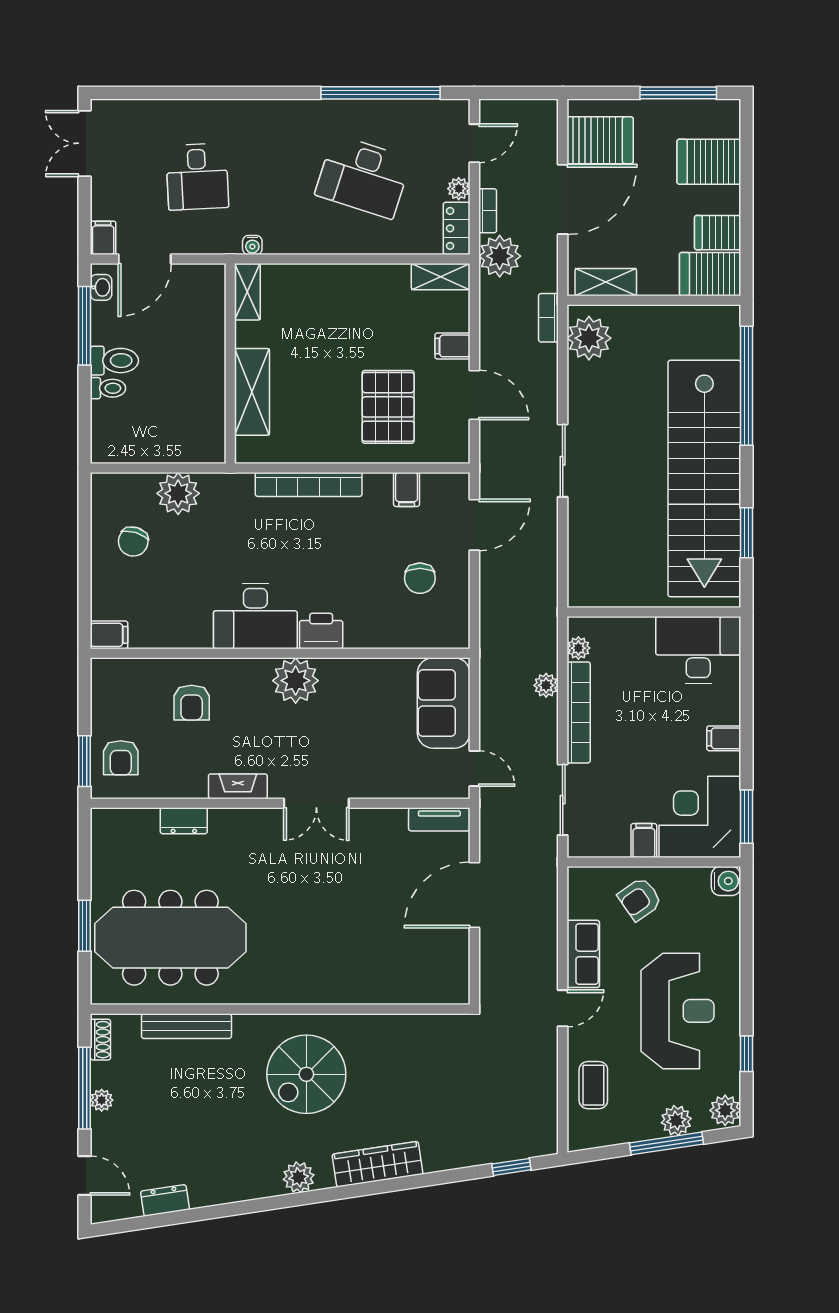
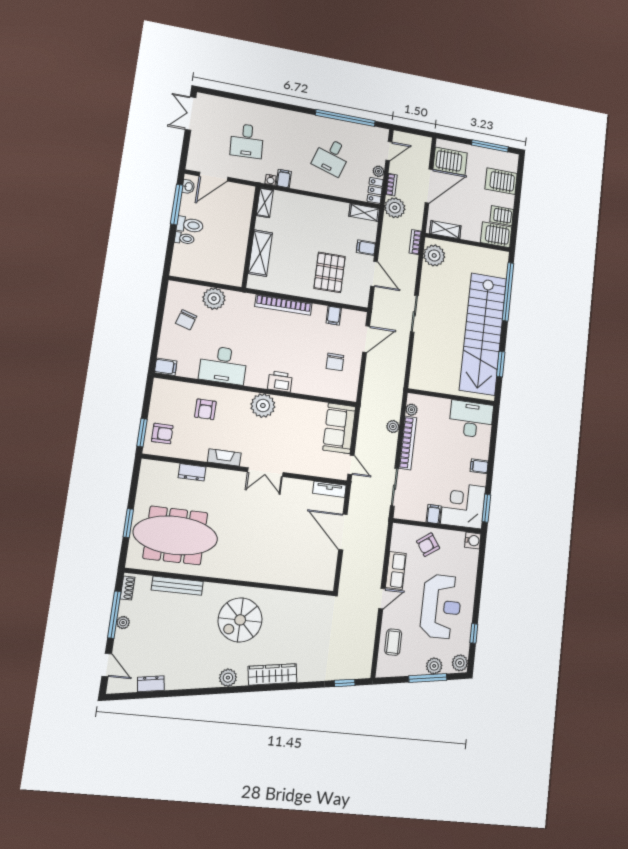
desk: (363, 177) -> (332, 157), width x0.73
filing cabinet: (103, 238) -> (284, 179), moved
desk: (255, 616) -> (223, 365), moved
armchair: (121, 758) -> (162, 434), turned -90
door: (474, 895) -> (343, 532), hinge flipped

